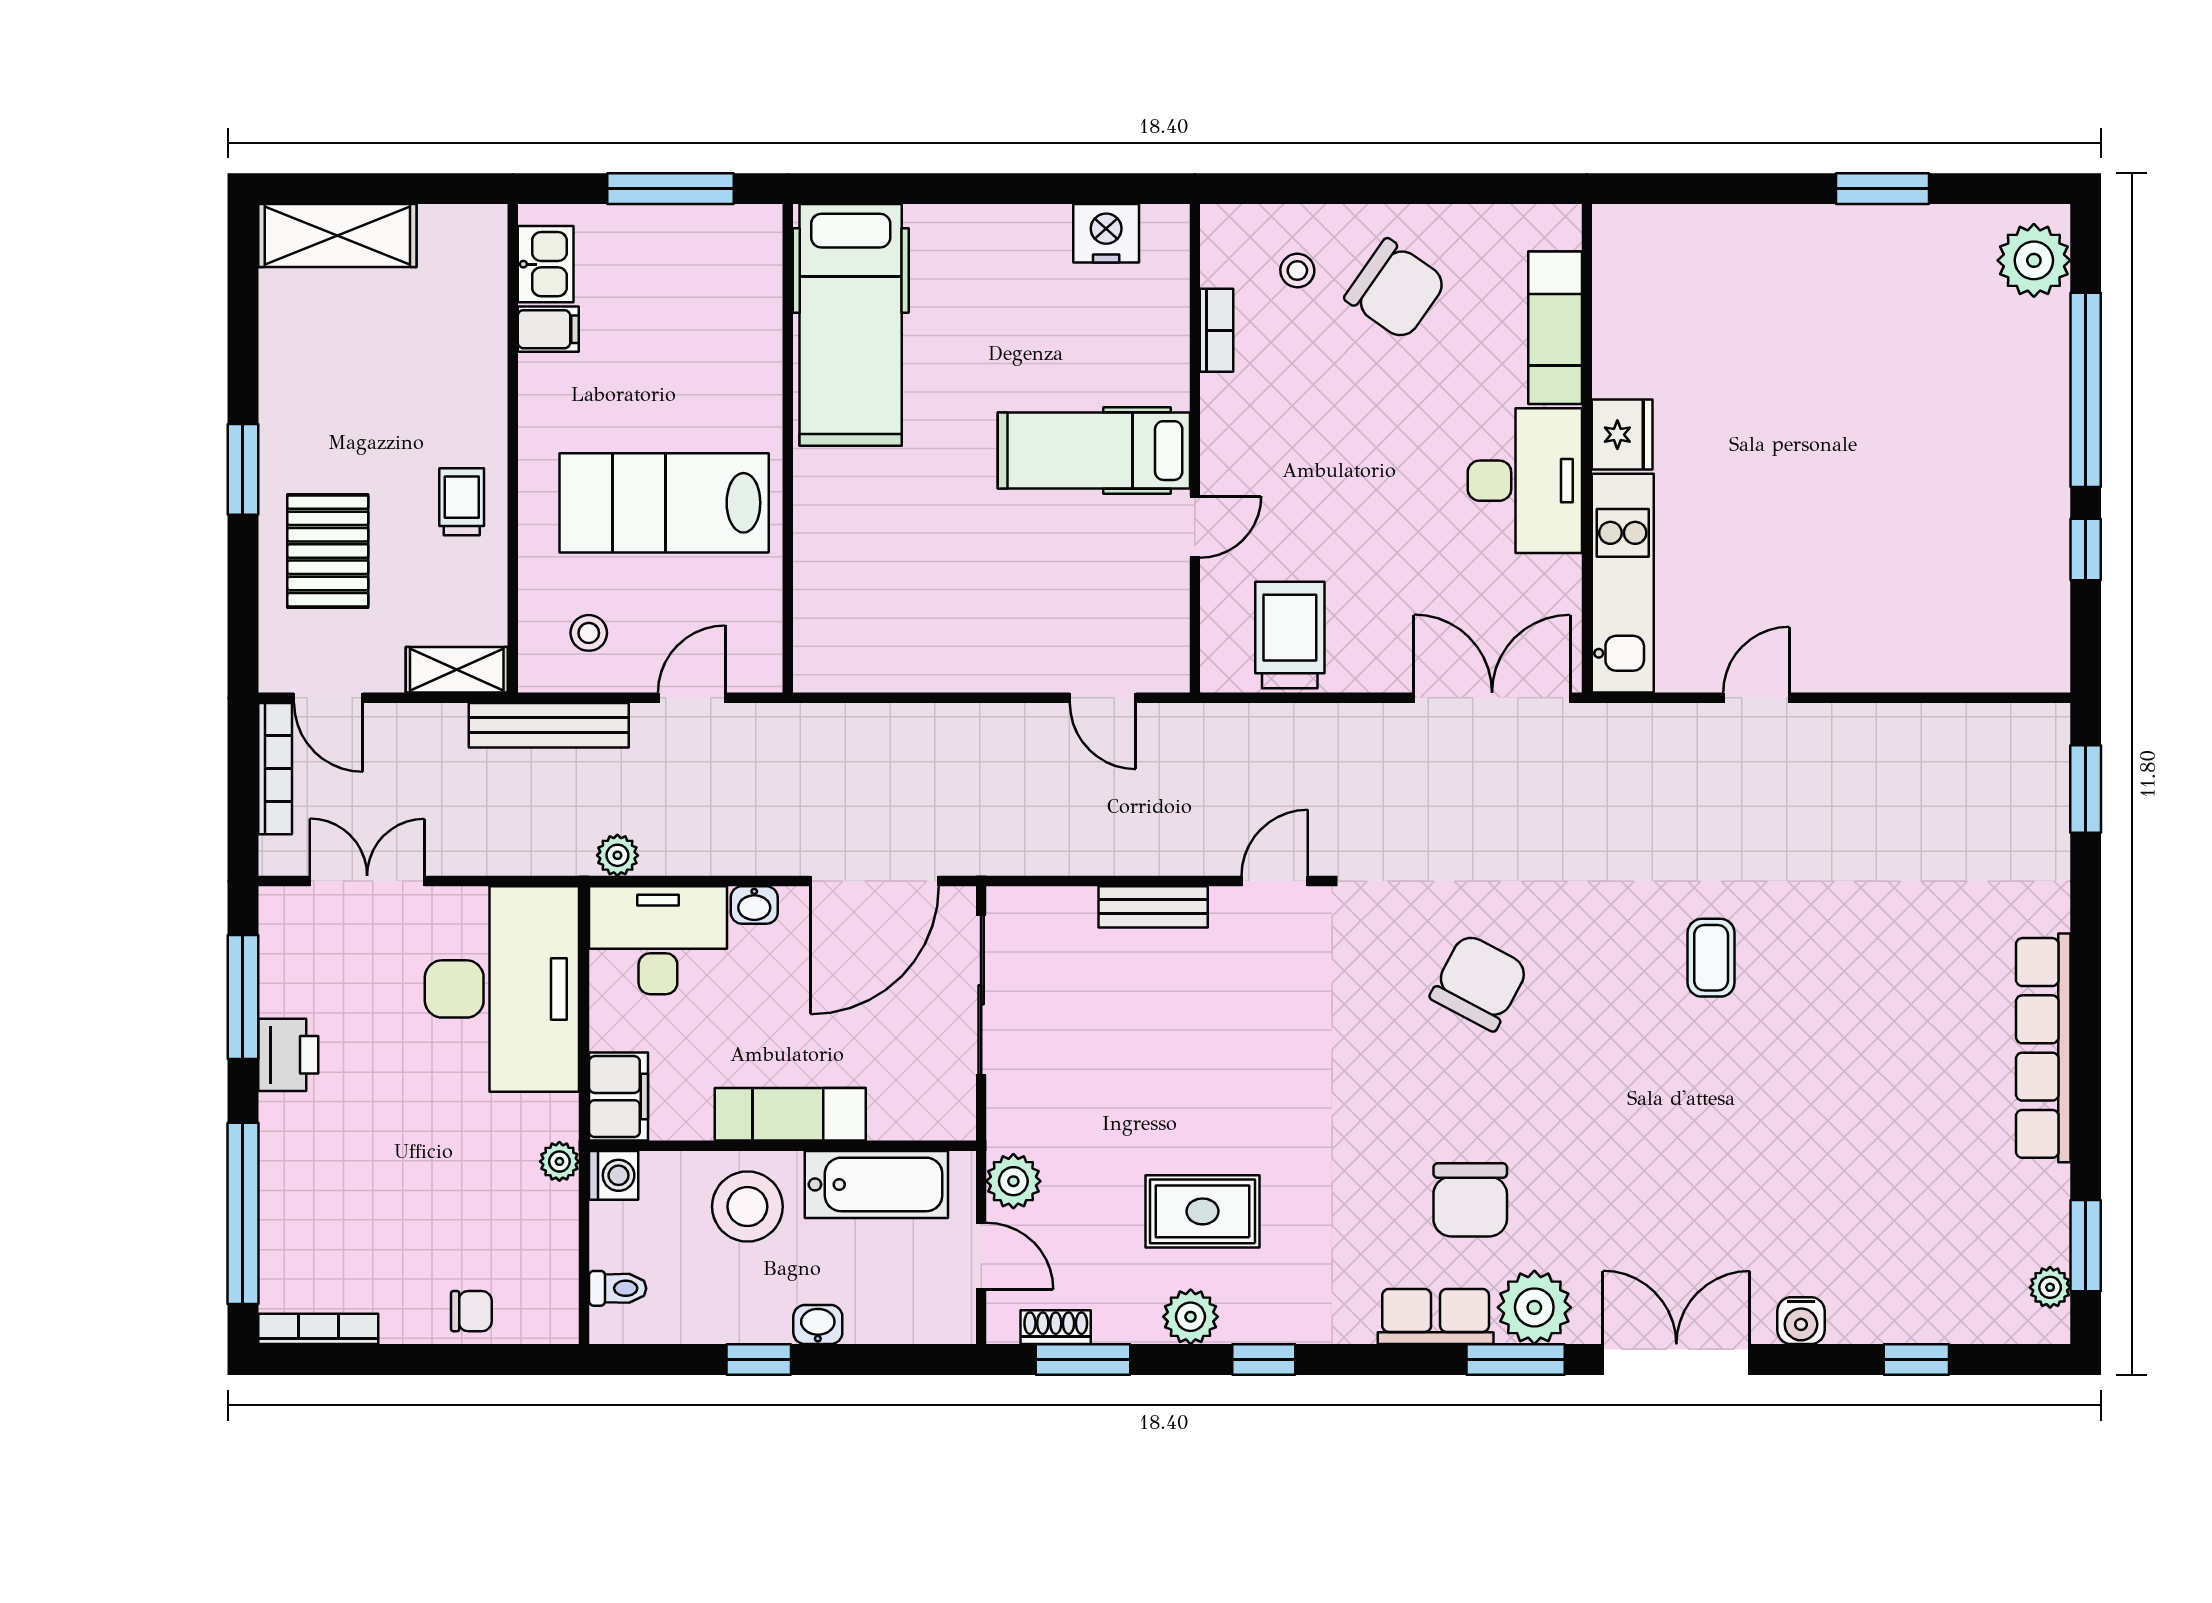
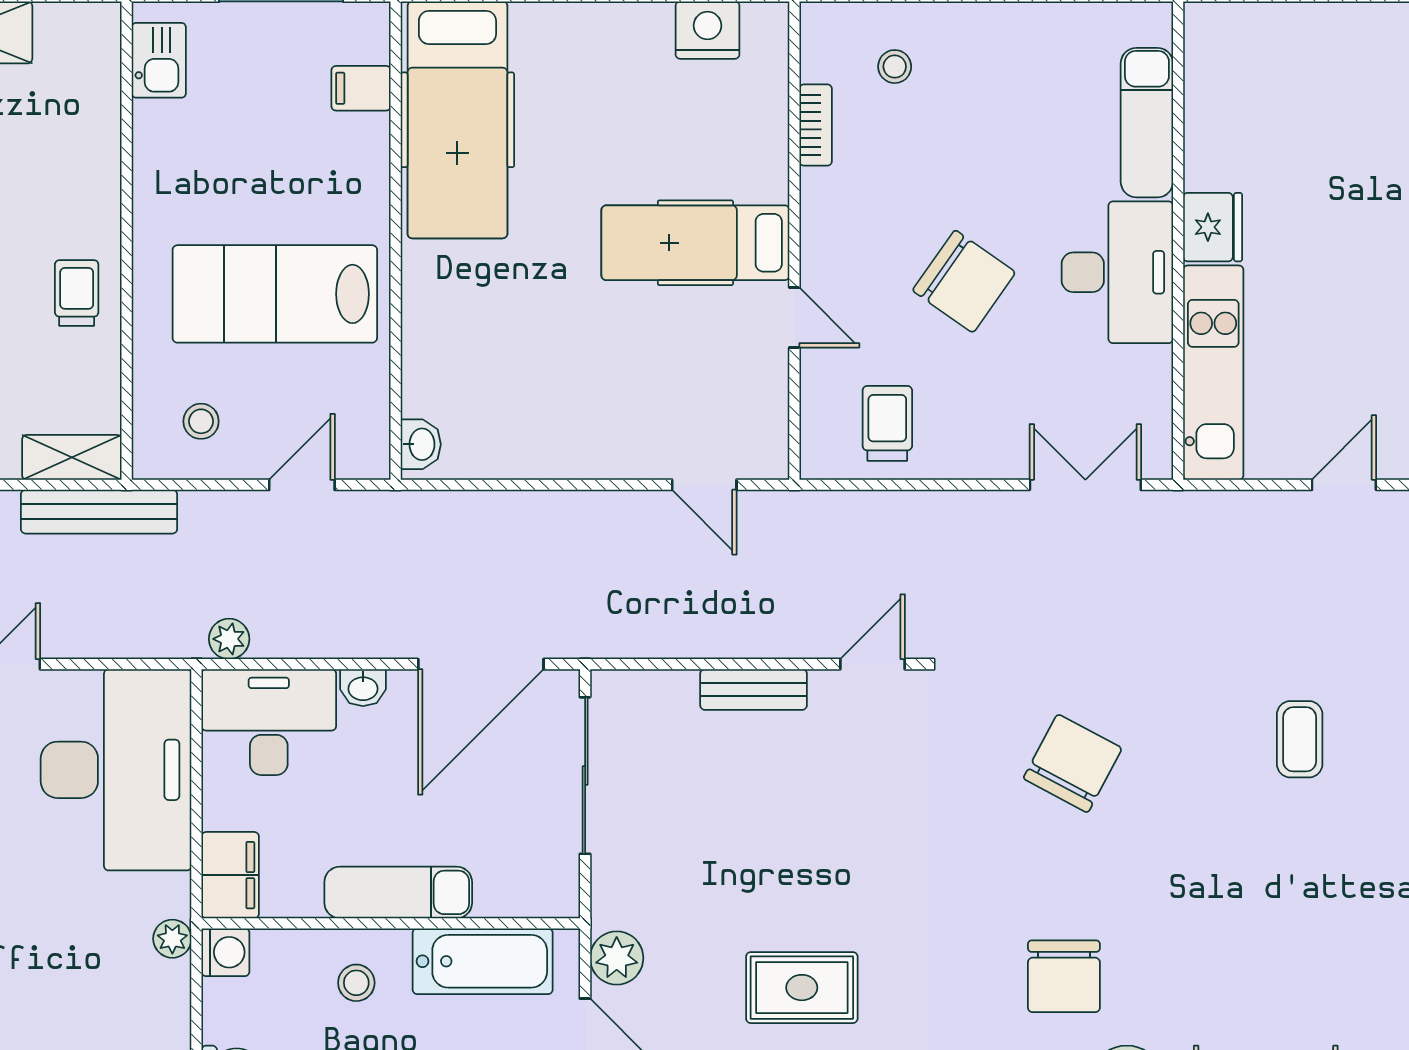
chair: (1396, 289) -> (964, 281), moved
filing cabinet: (548, 329) -> (361, 88), moved, turned 180
door: (1195, 527) -> (794, 317), hinge flipped
trolley: (1290, 635) -> (887, 423), width x0.73, depth x0.72
washbasin: (813, 656) -> (421, 444), added
double door: (1492, 698) -> (1085, 485), width x0.73
bench: (549, 725) -> (99, 512), moved
stool: (747, 1207) -> (356, 983), width x0.53, depth x0.53

